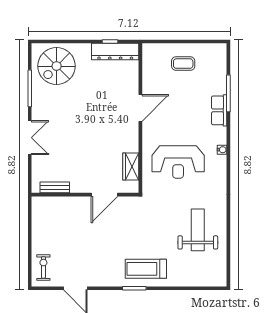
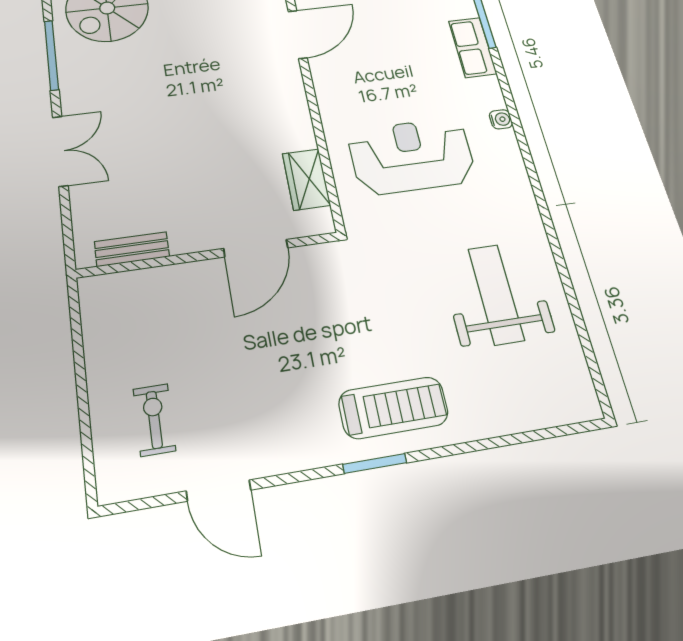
door: (140, 108) -> (298, 34), moved
reception desk: (178, 162) -> (412, 156), turned 180
exercise bike: (43, 267) -> (154, 420), moved
treadmill: (146, 269) -> (393, 408), turned 180

